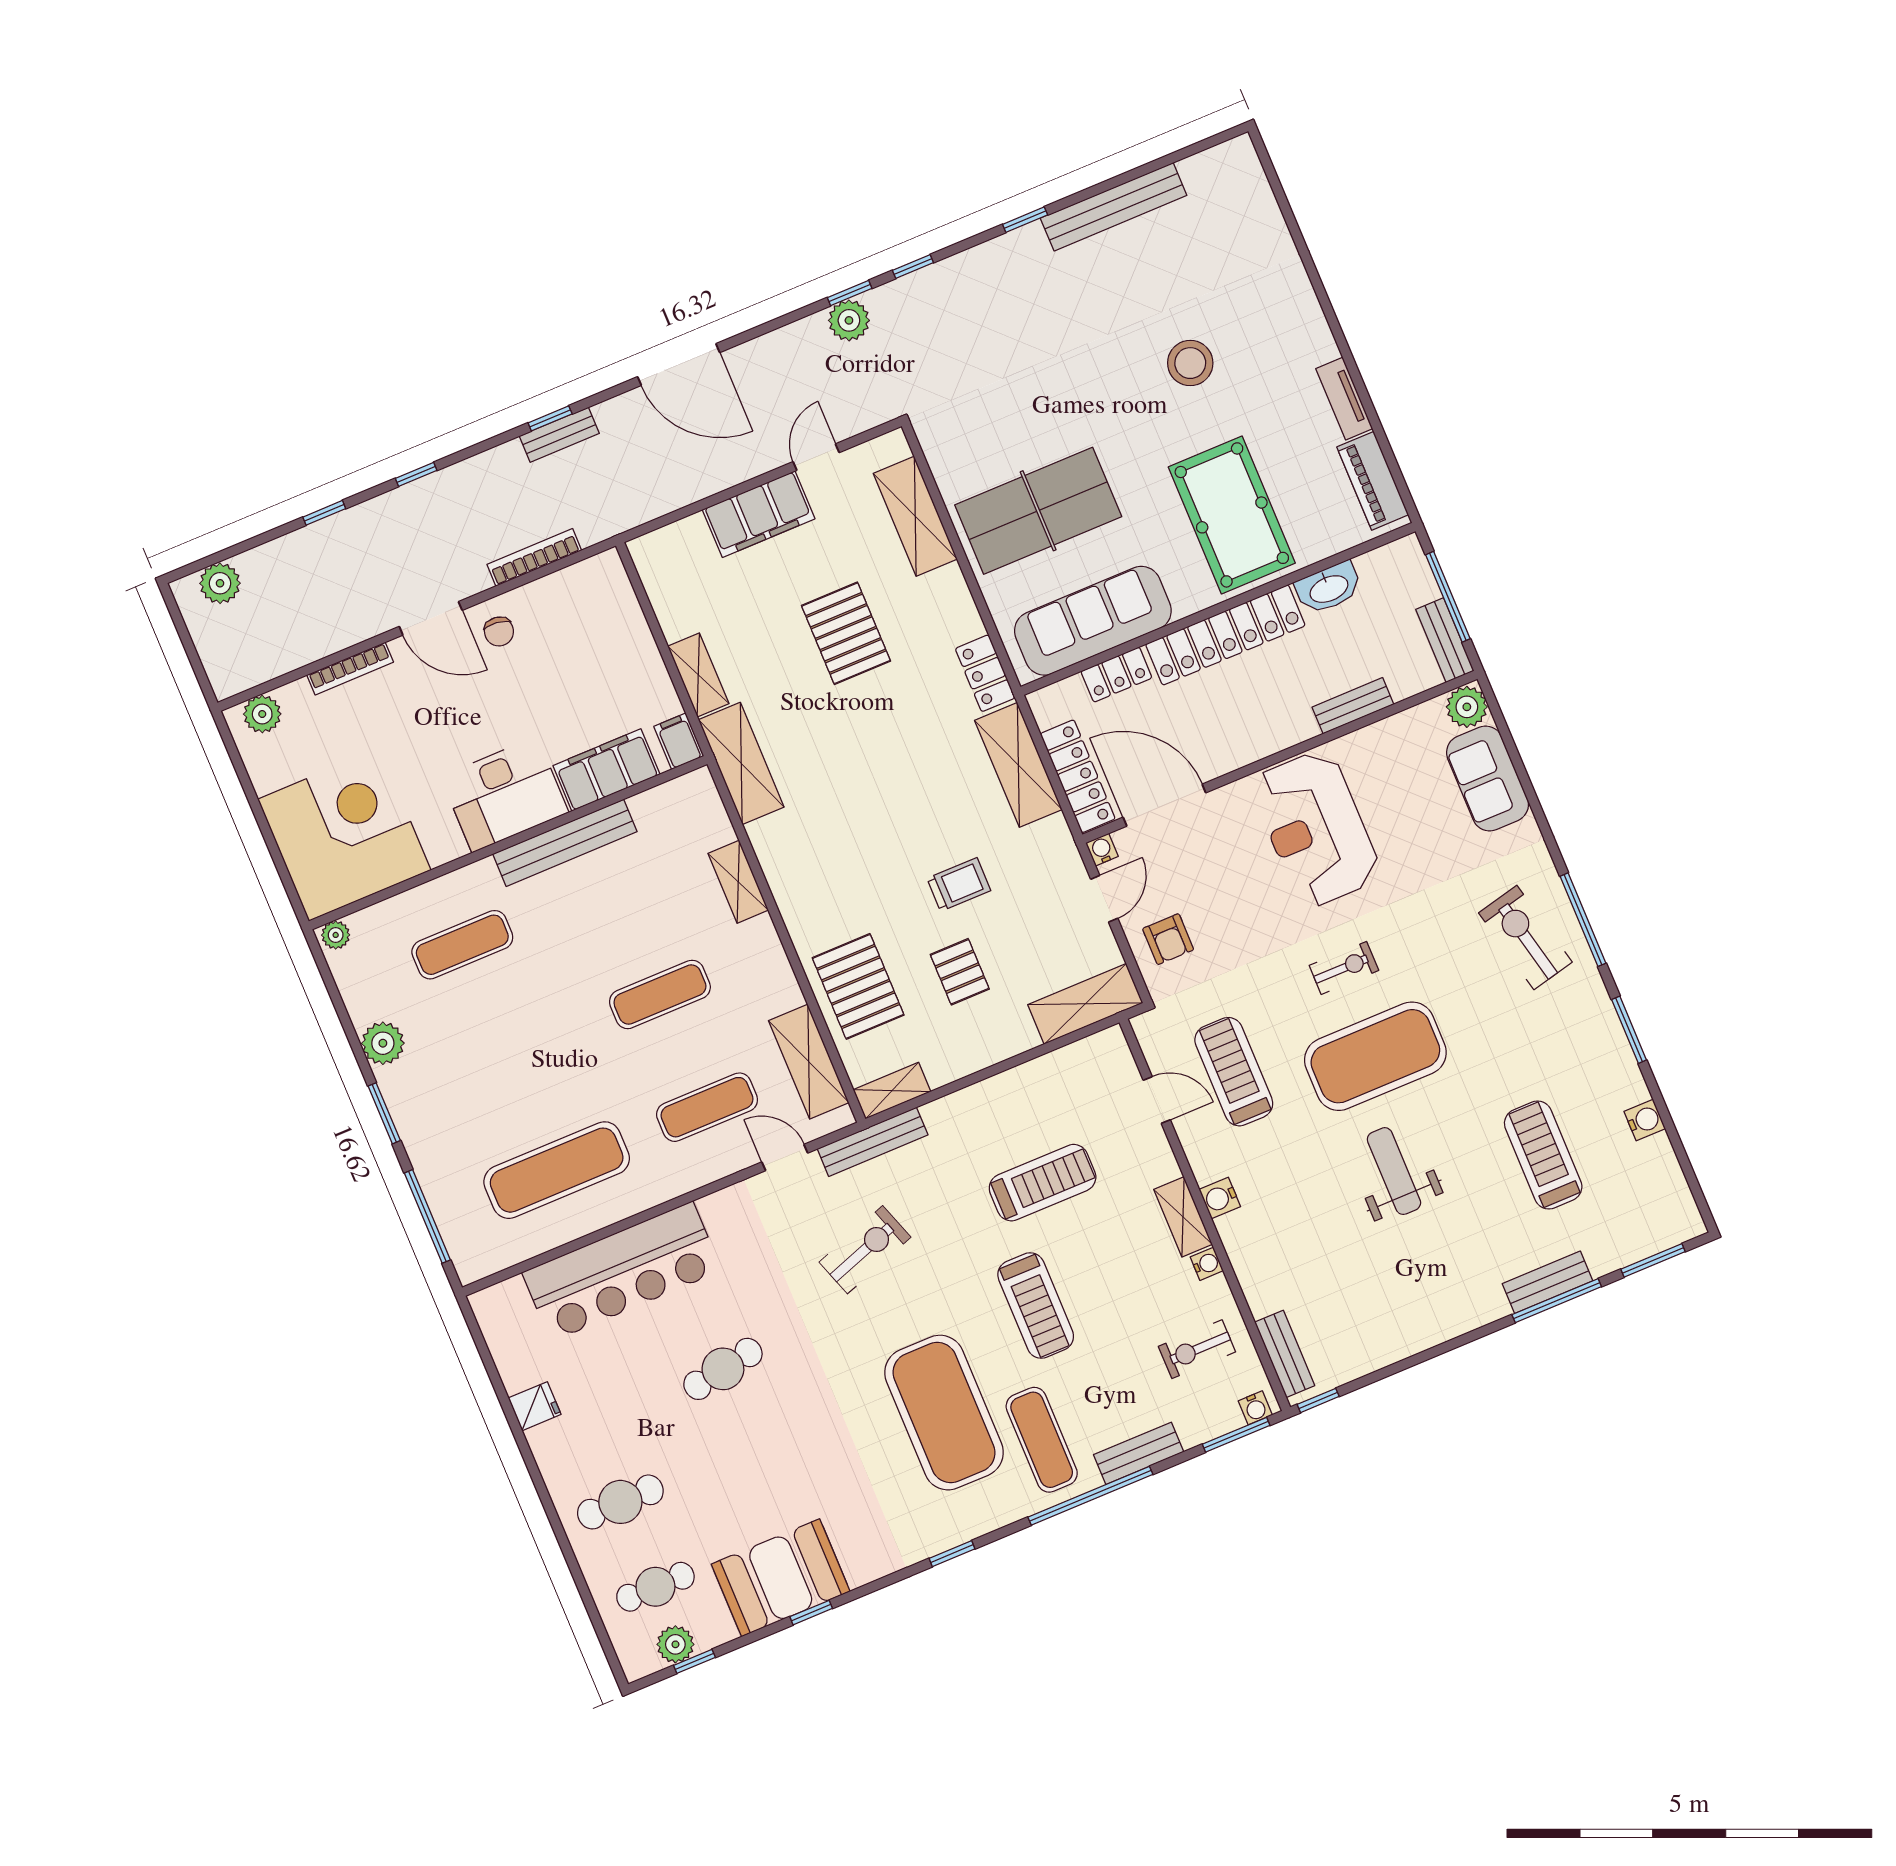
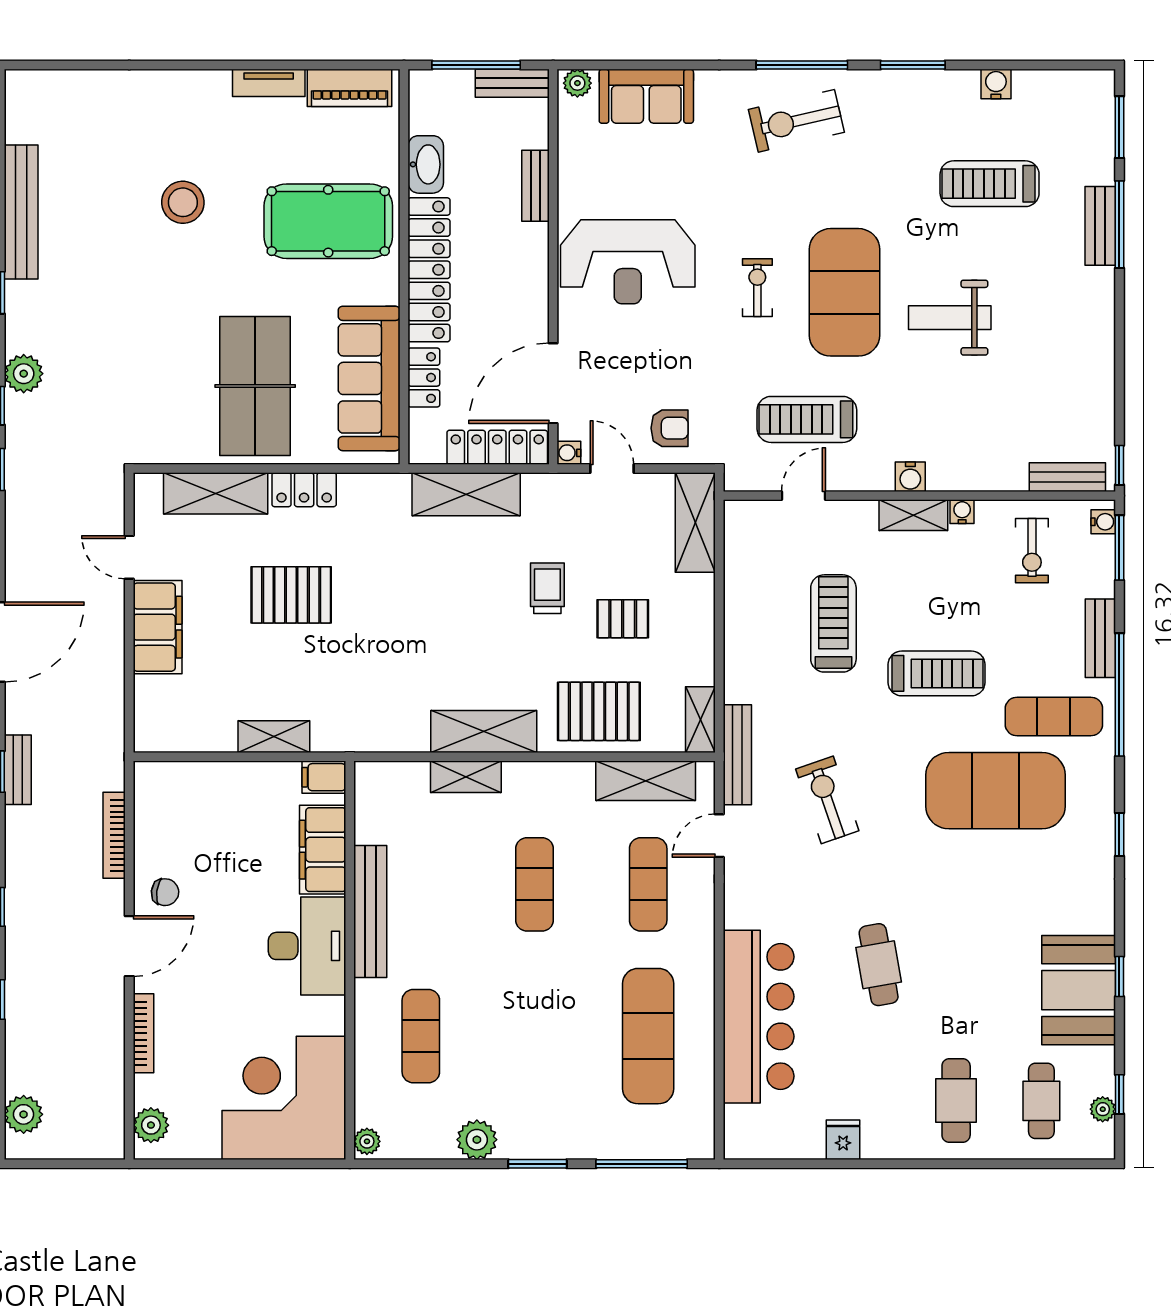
plant: (849, 320) -> (24, 374), moved
locker: (985, 673) -> (304, 490), moved
plant: (1467, 707) -> (577, 83), width x0.73, depth x0.73
shelving: (741, 763) -> (484, 732), moved
plant: (675, 1644) -> (1103, 1109), width x0.73, depth x0.73

